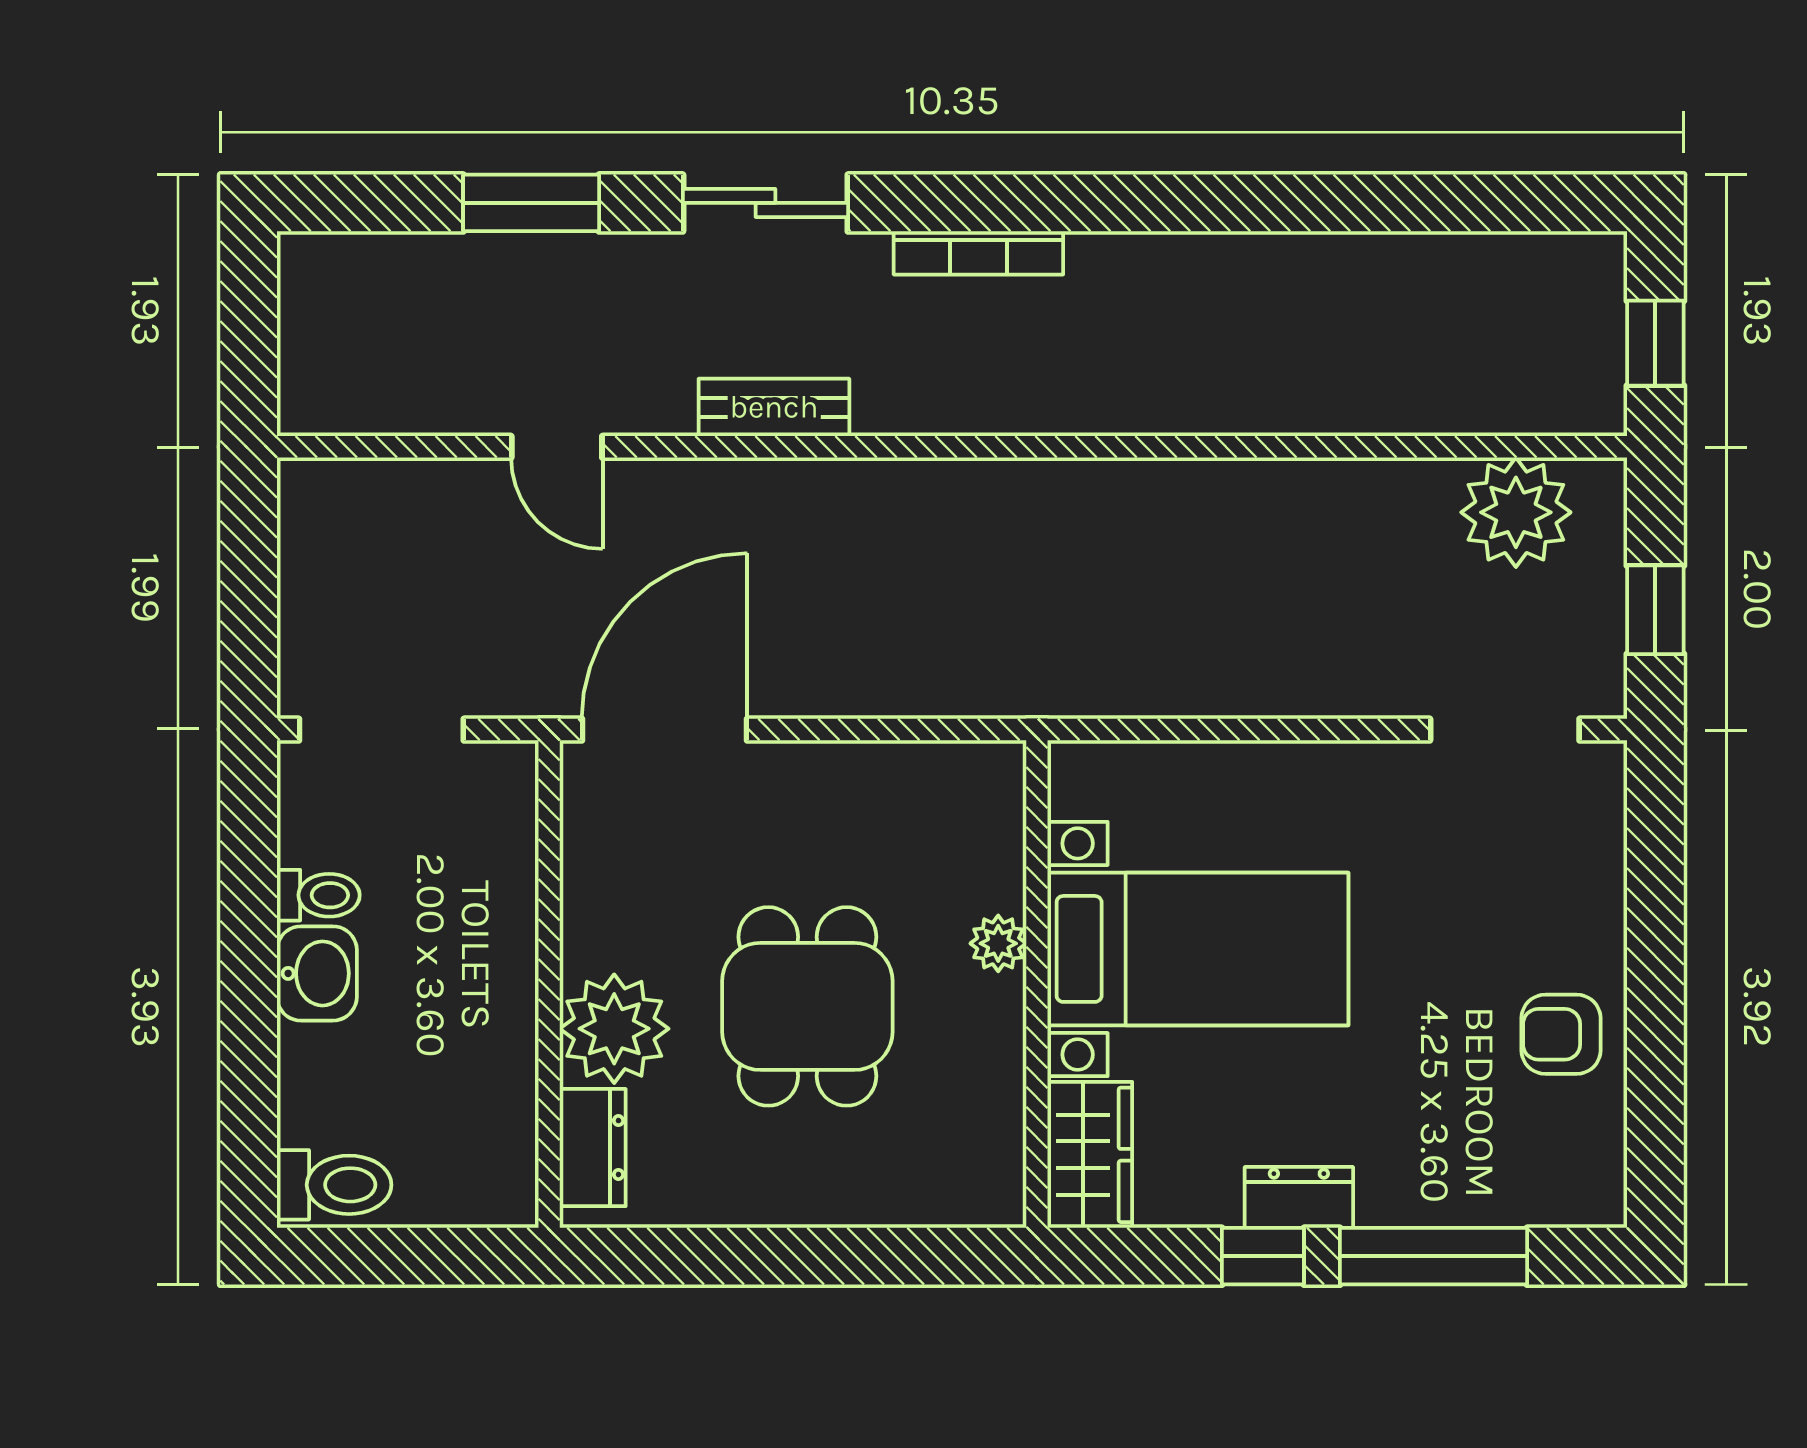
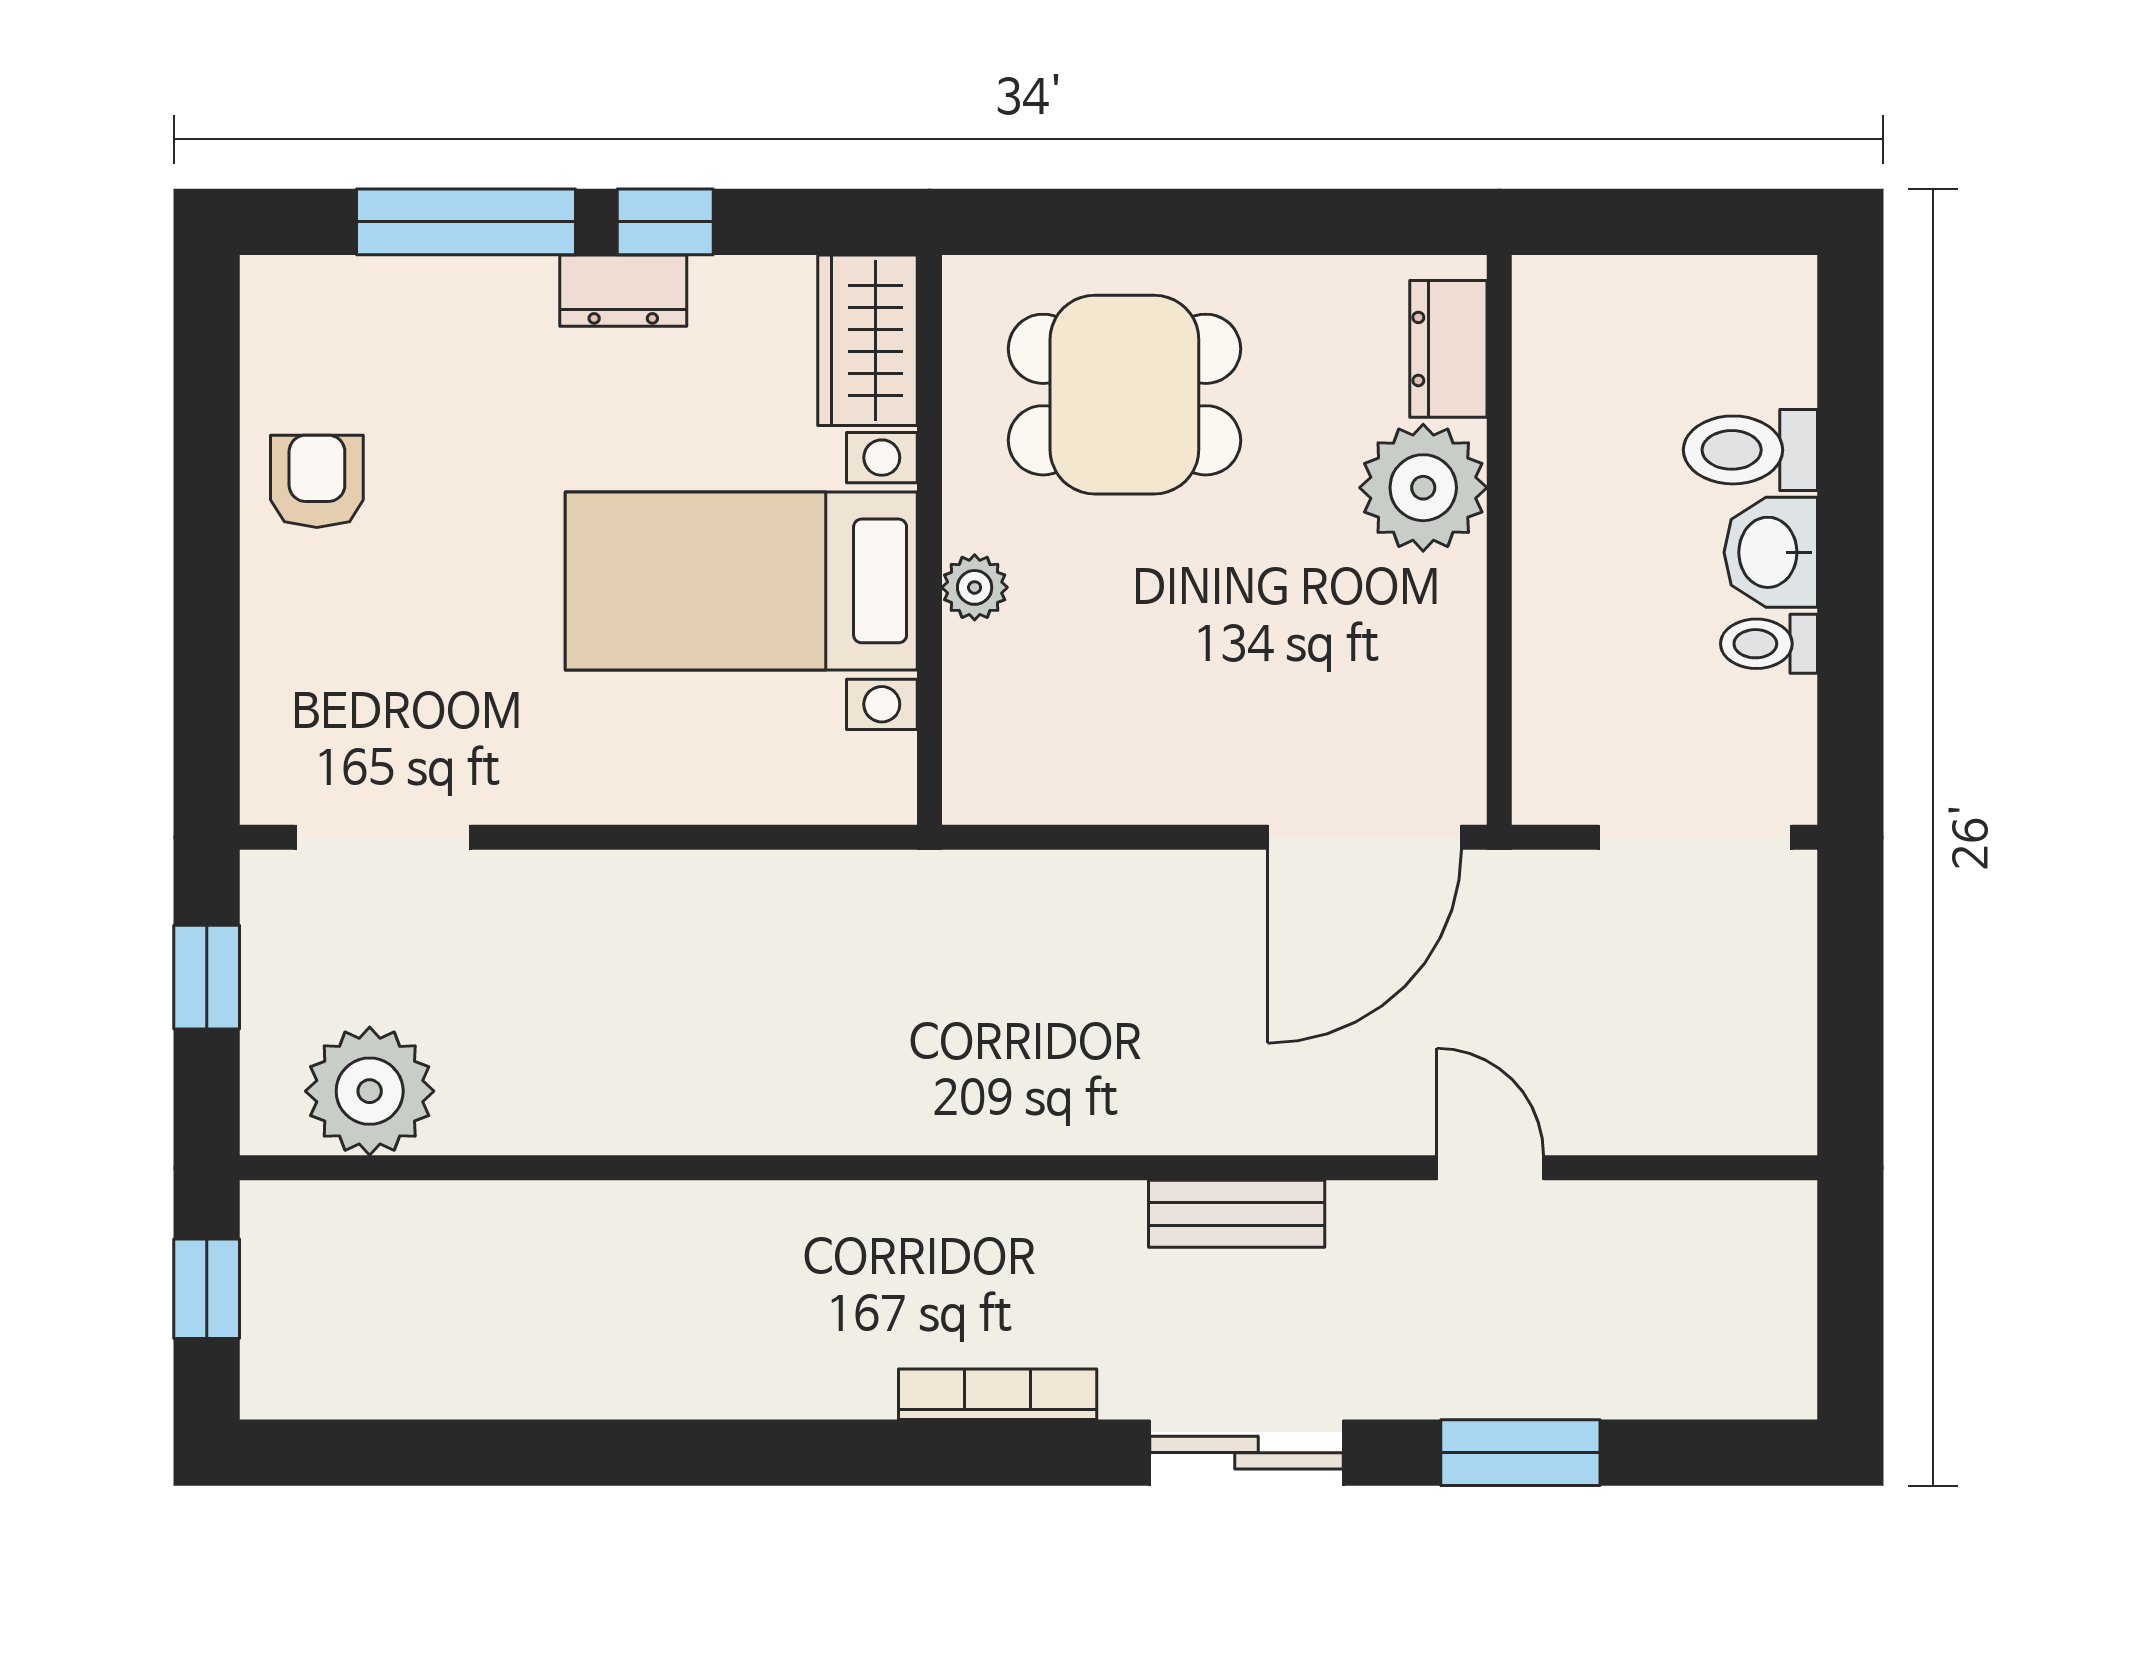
dining table: (807, 1006) -> (1124, 395), moved, turned 90
armchair: (1561, 1034) -> (317, 481), turned -90
toilet: (334, 1185) -> (1750, 450), moved

